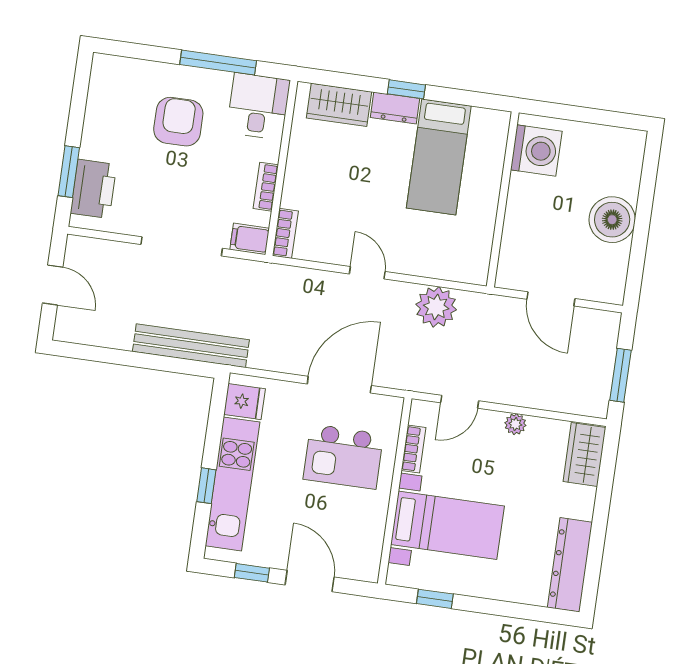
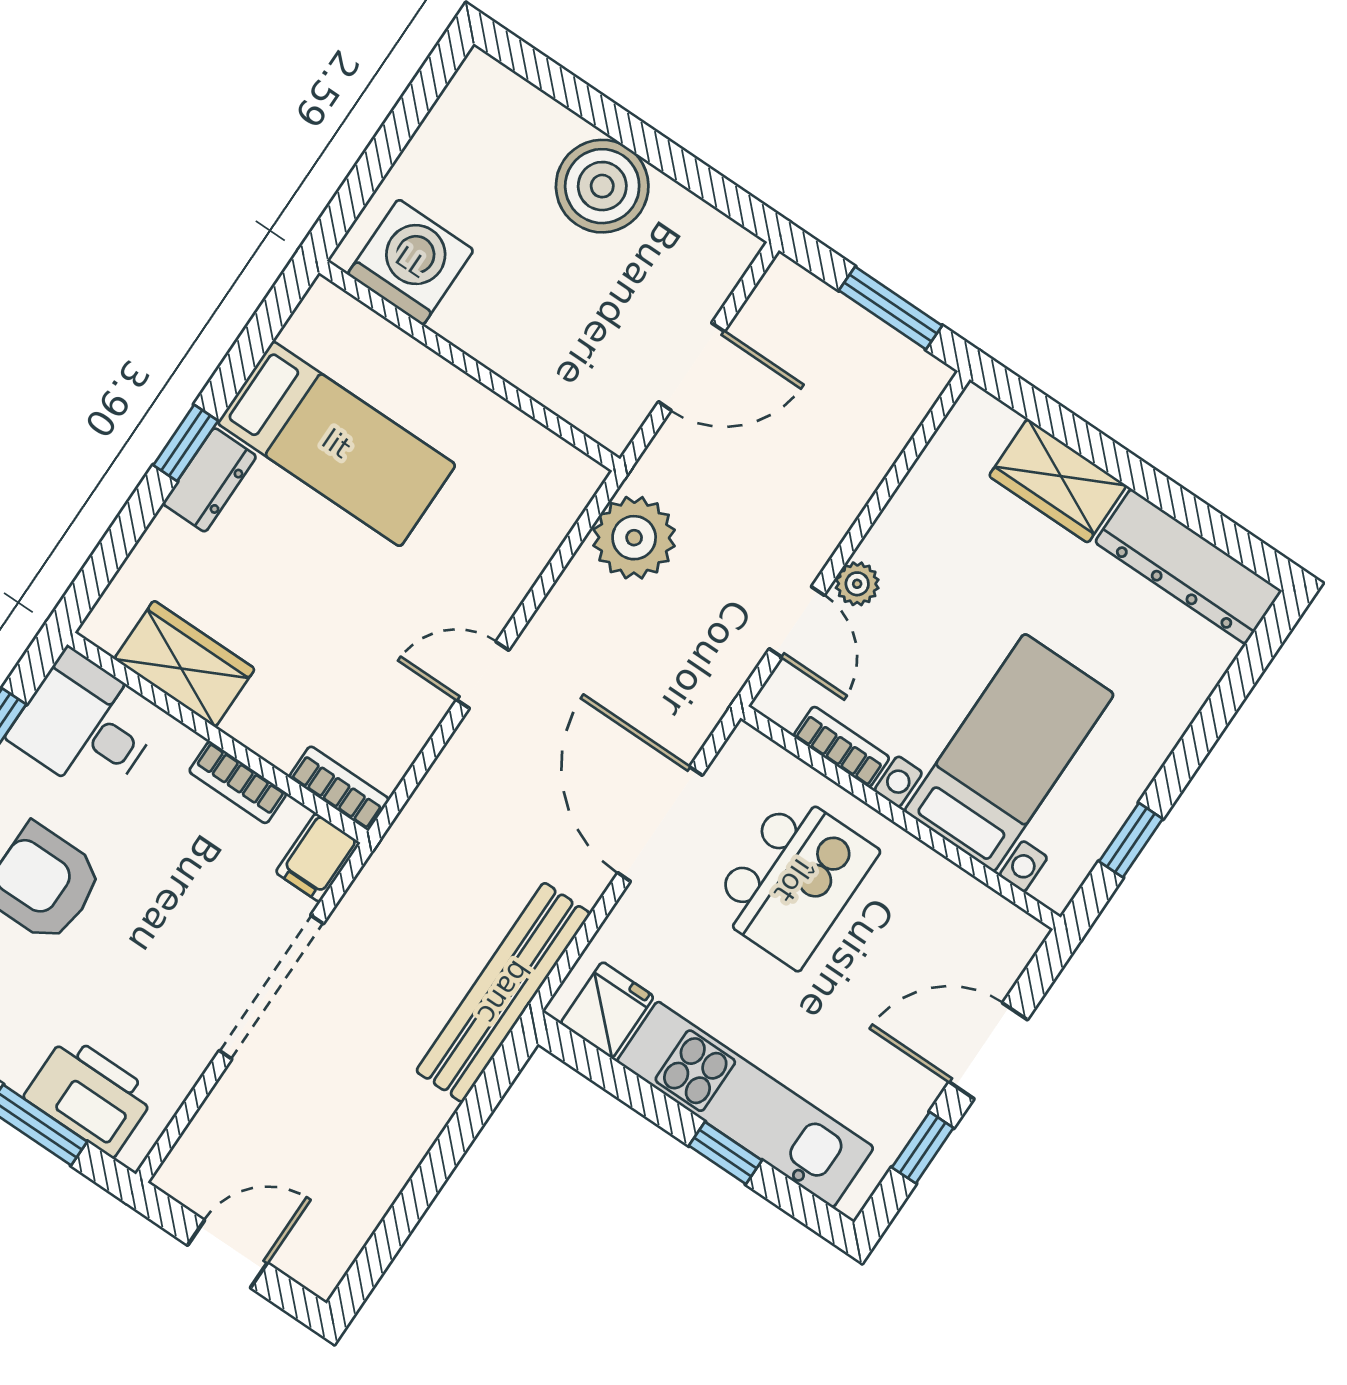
wardrobe: (339, 105) -> (184, 664), moved, turned -90
plant: (436, 307) -> (634, 538), moved
bench: (191, 346) -> (503, 992), moved
plant: (515, 424) -> (857, 584), moved
wardrobe: (584, 454) -> (1058, 481), moved

